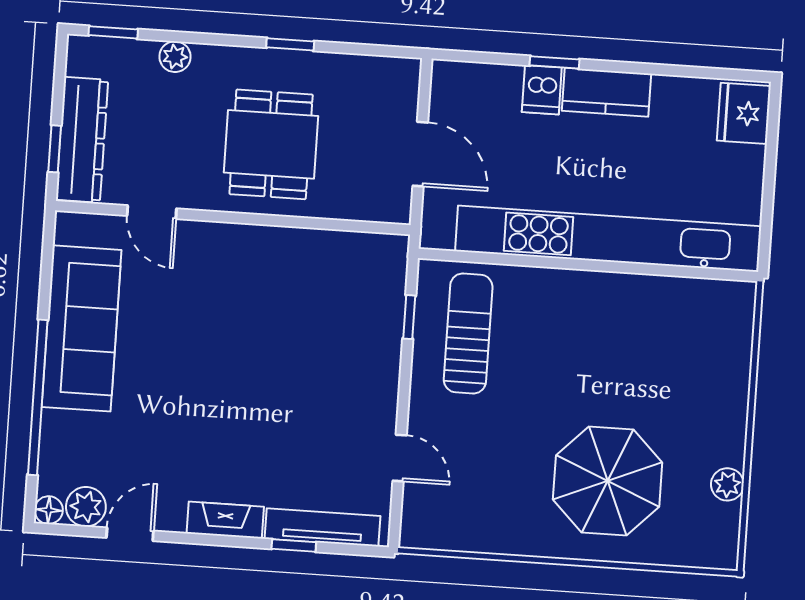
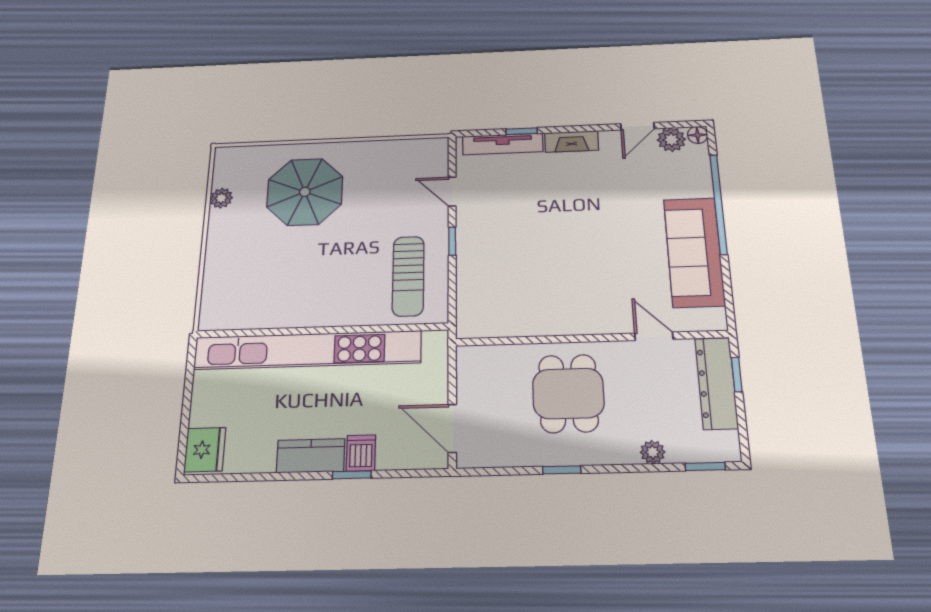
door: (420, 154) -> (452, 428), moved
window: (409, 317) -> (452, 241), moved

